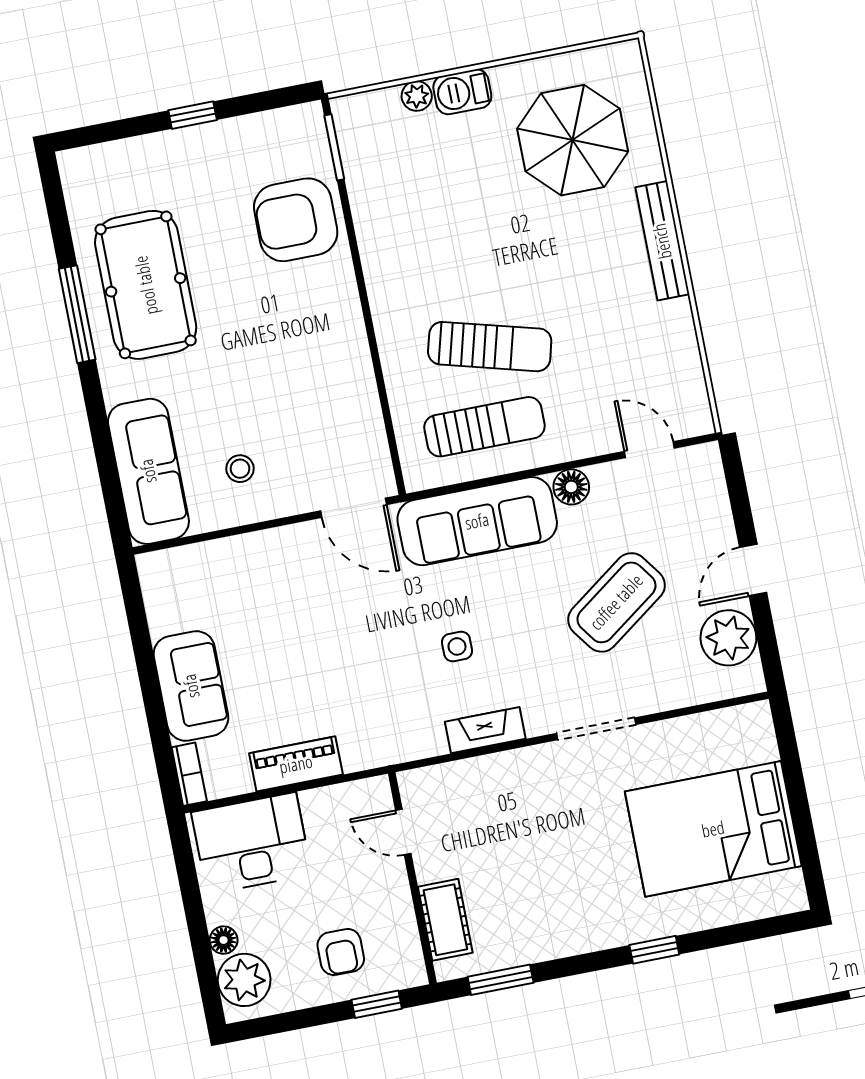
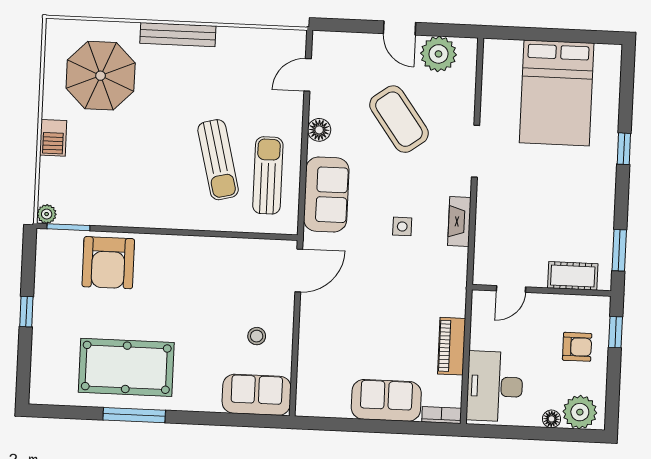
plant: (417, 96) -> (47, 214), moved
sun lounger: (490, 347) -> (218, 160), turned 151
sofa: (148, 471) -> (257, 395), width x0.73
sofa: (477, 521) -> (326, 194), width x0.73

